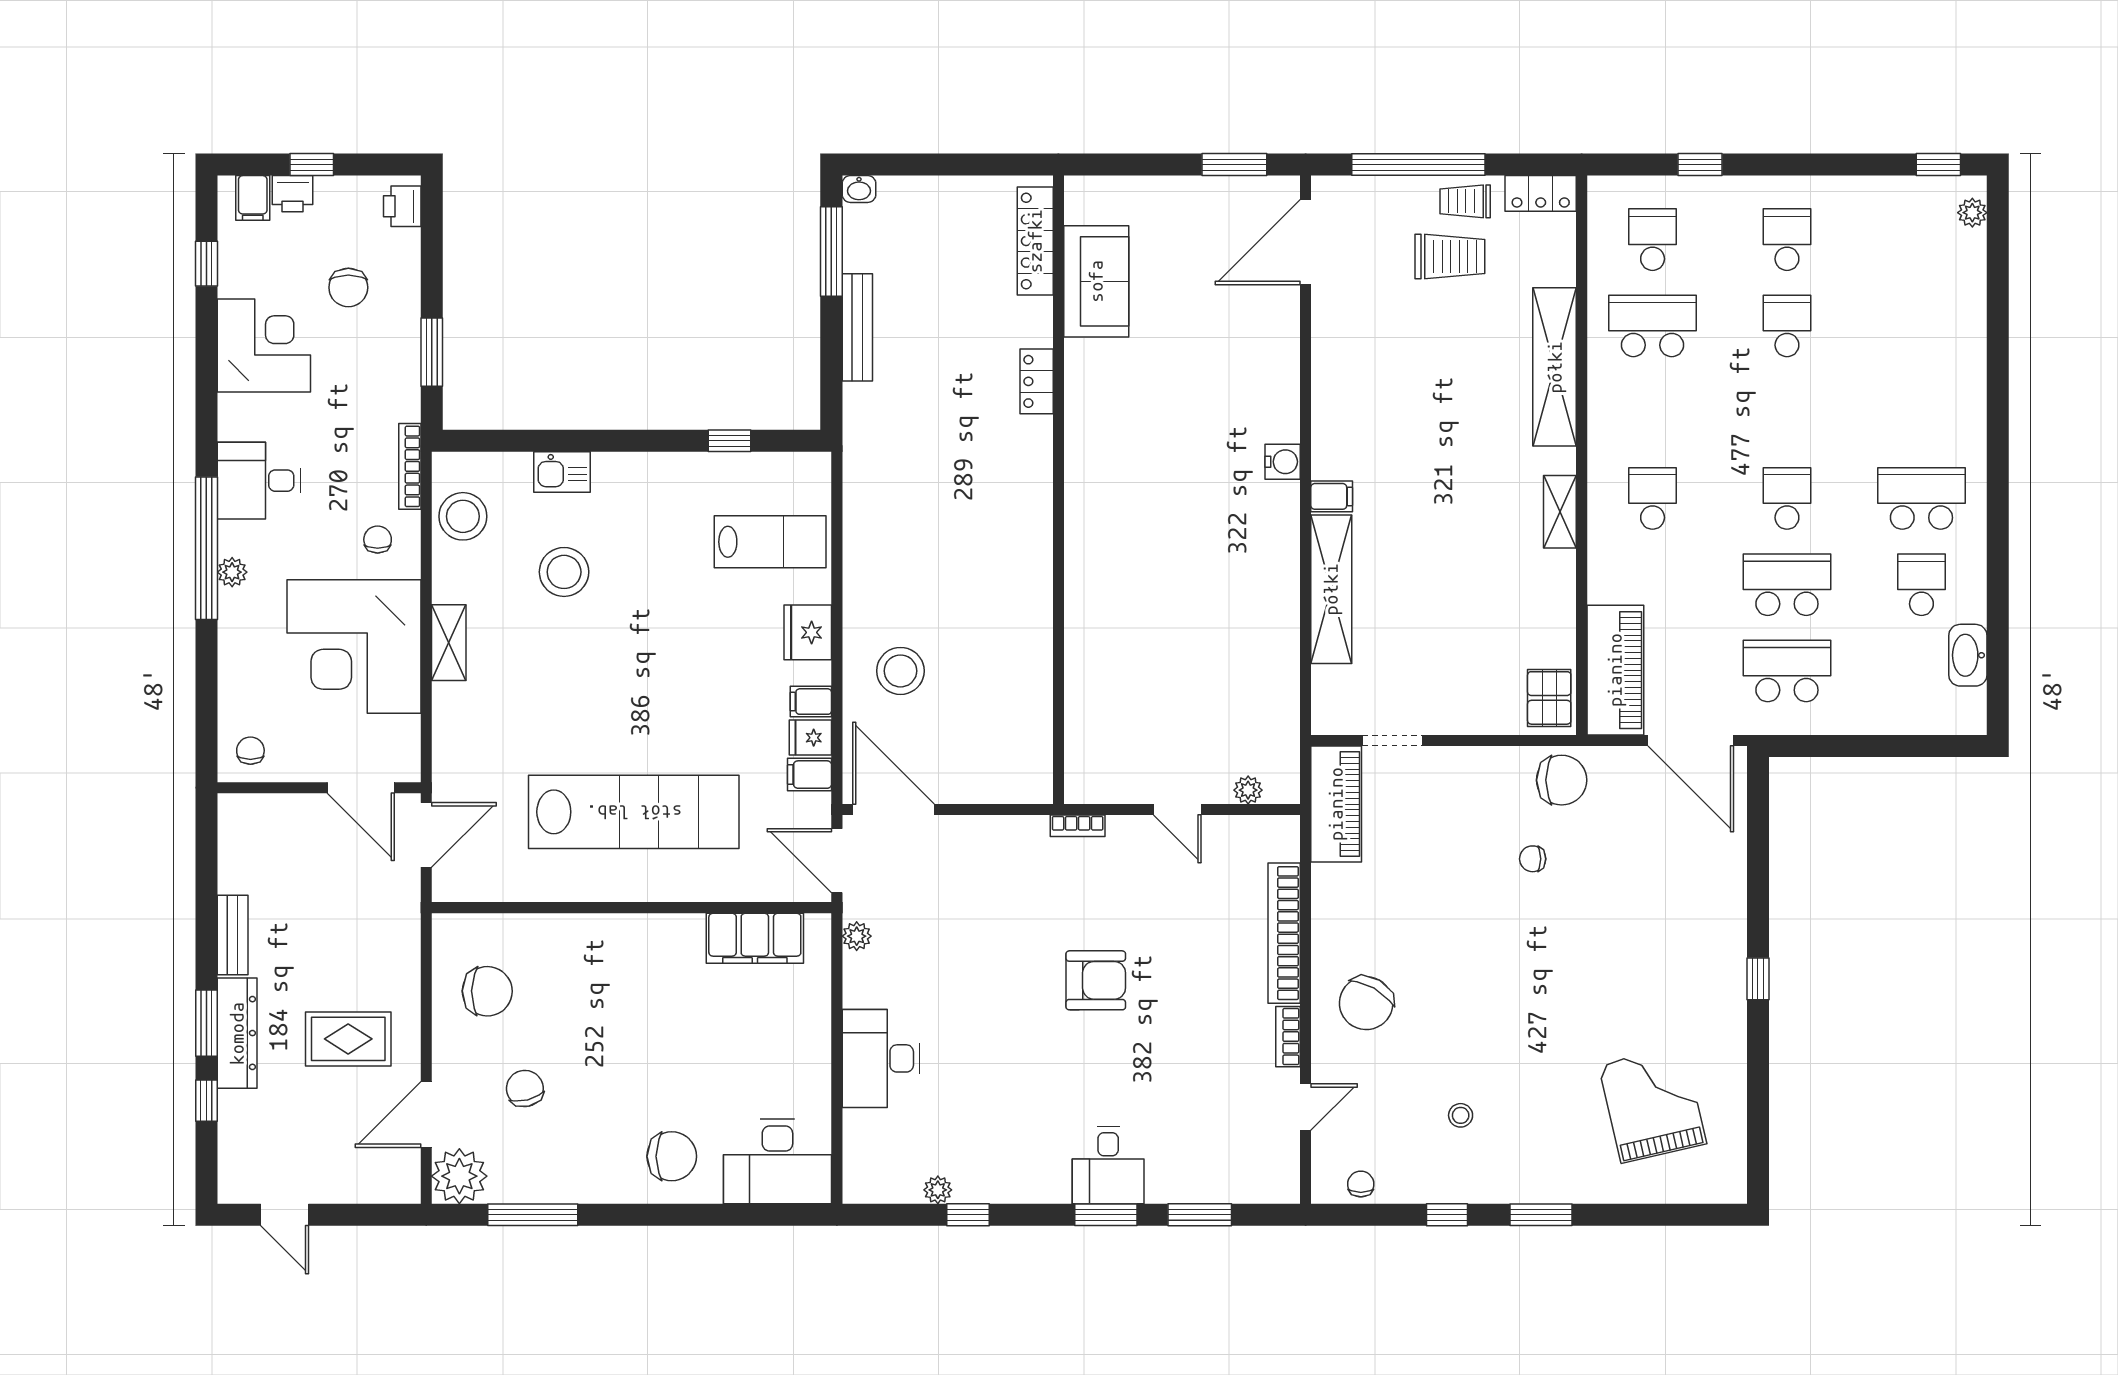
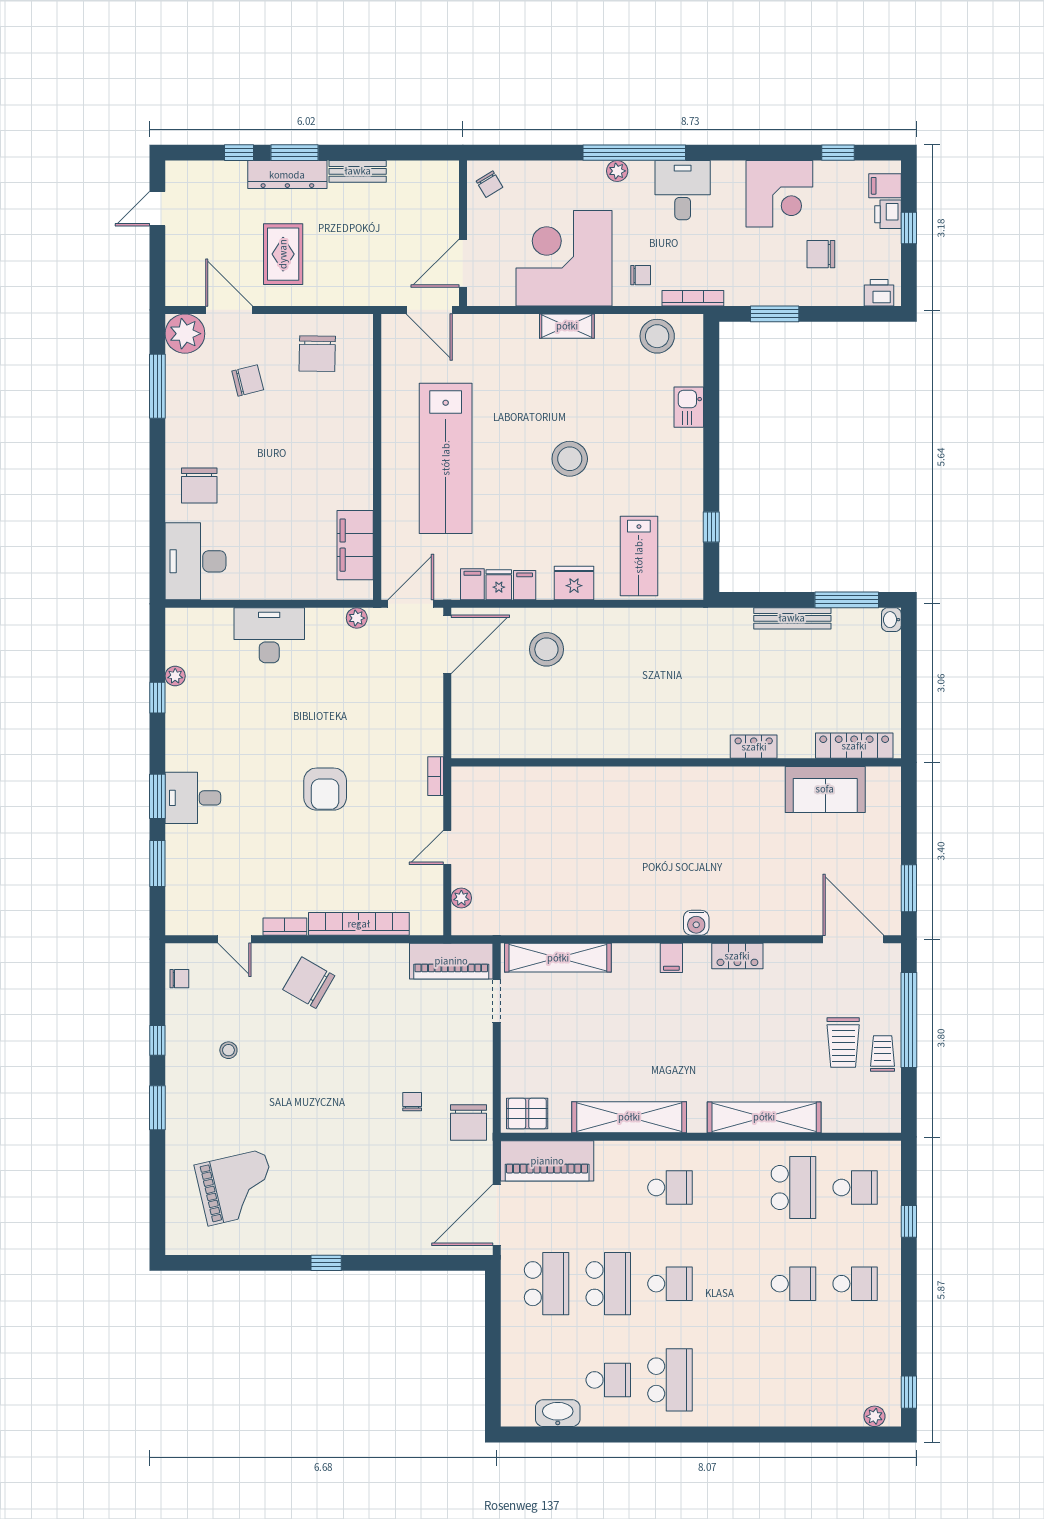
locker: (1541, 193) -> (737, 956), moved, turned -90
shelving: (1560, 512) -> (629, 1117), width x2.20, depth x1.33
stool: (564, 572) -> (570, 459), moved
shelving: (1331, 589) -> (558, 958), moved
chair: (250, 751) -> (489, 184), turned 59

